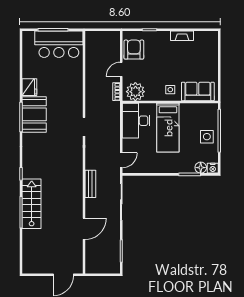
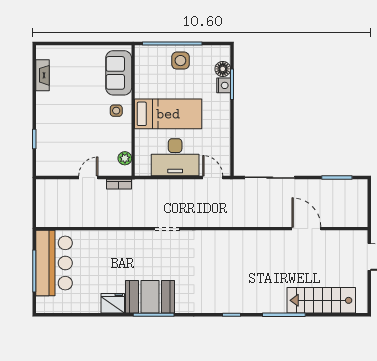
fireplace: (182, 36) -> (42, 75), moved
armchair: (134, 50) -> (61, 160), removed
door: (121, 69) -> (88, 178), swing flipped
plant: (135, 92) -> (125, 158), width x0.53, depth x0.53
desk: (136, 121) -> (175, 157), moved
nightstand: (213, 168) -> (224, 85), moved
bench: (90, 184) -> (245, 220), removed
stairs: (32, 204) -> (321, 300), moved

